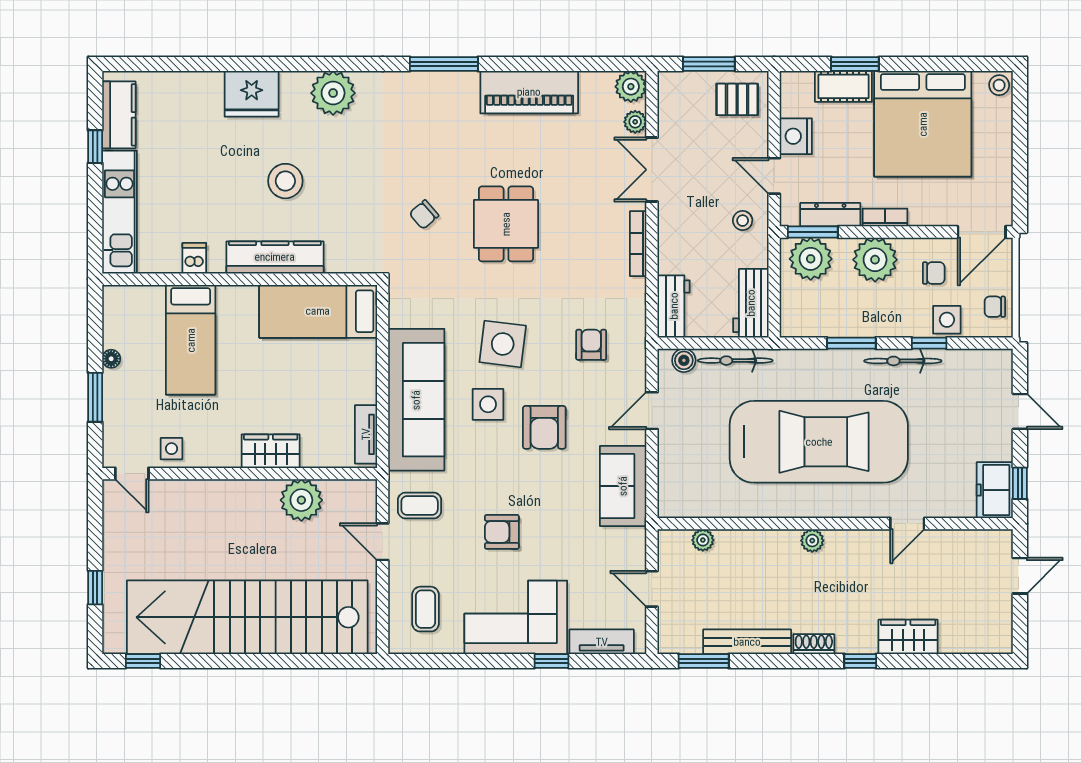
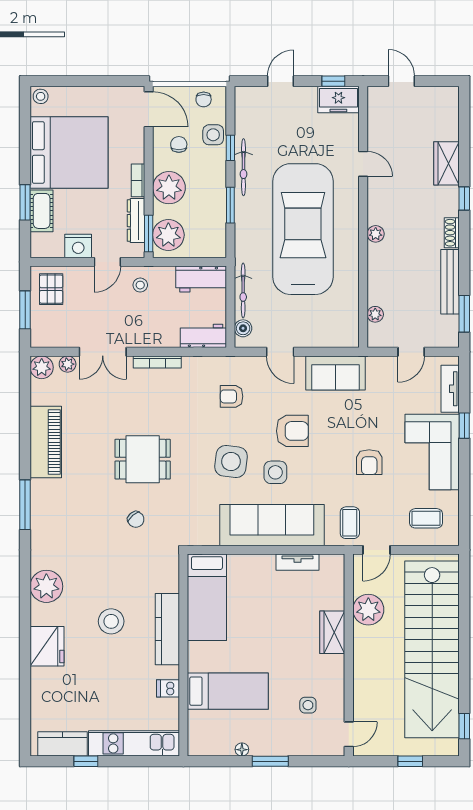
wardrobe: (271, 451) -> (332, 632), moved
door: (132, 474) -> (349, 734), moved
wall: (240, 474) -> (349, 655), moved
plant: (301, 500) -> (368, 610), moved

